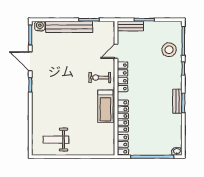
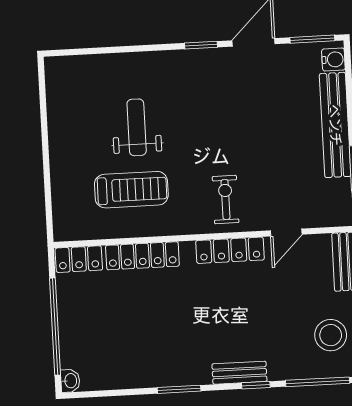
stool: (169, 50) -> (331, 335), moved
door: (116, 51) -> (286, 233), swing flipped
bench: (177, 101) -> (239, 373), moved
treadmill: (105, 106) -> (131, 190), moved, turned 180
weight bench: (56, 140) -> (137, 127), moved

